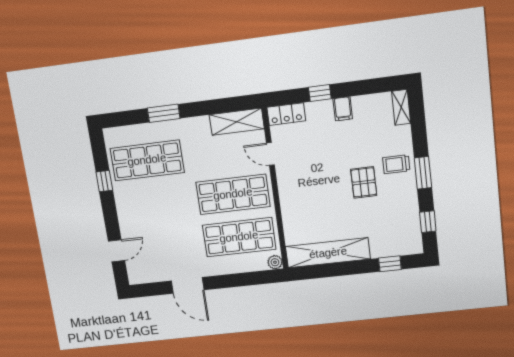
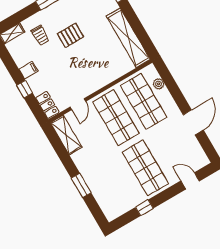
shop shelf: (147, 160) -> (145, 168), moved
trolley: (396, 164) -> (40, 35), moved
plant: (275, 262) -> (159, 84), moved

